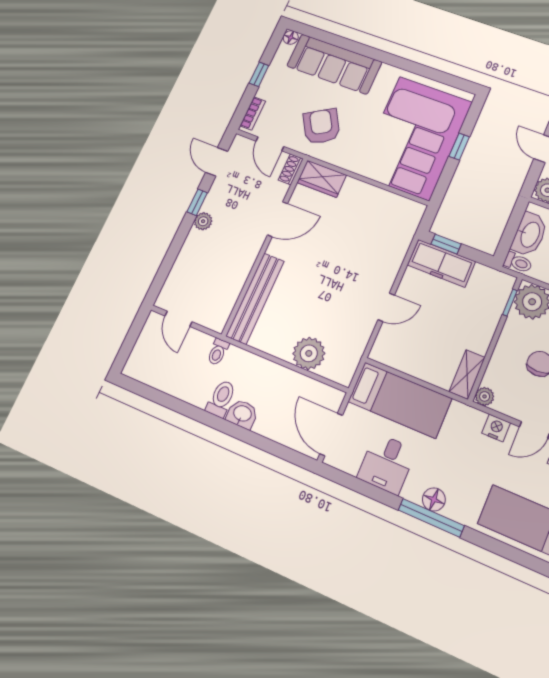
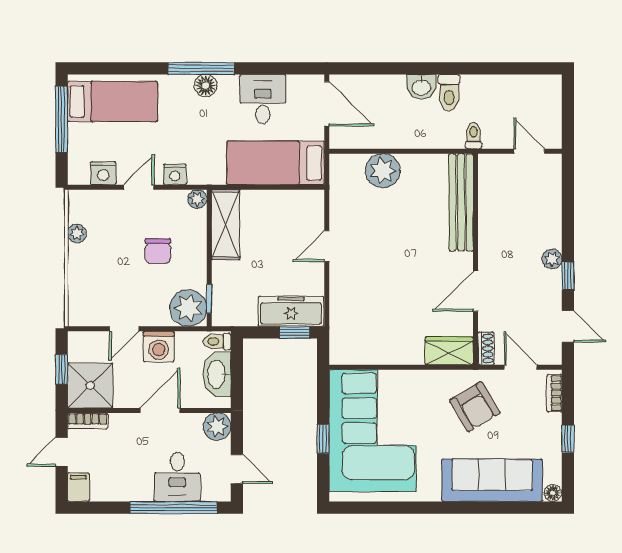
shelving: (467, 375) -> (226, 225), width x1.50, depth x1.33

